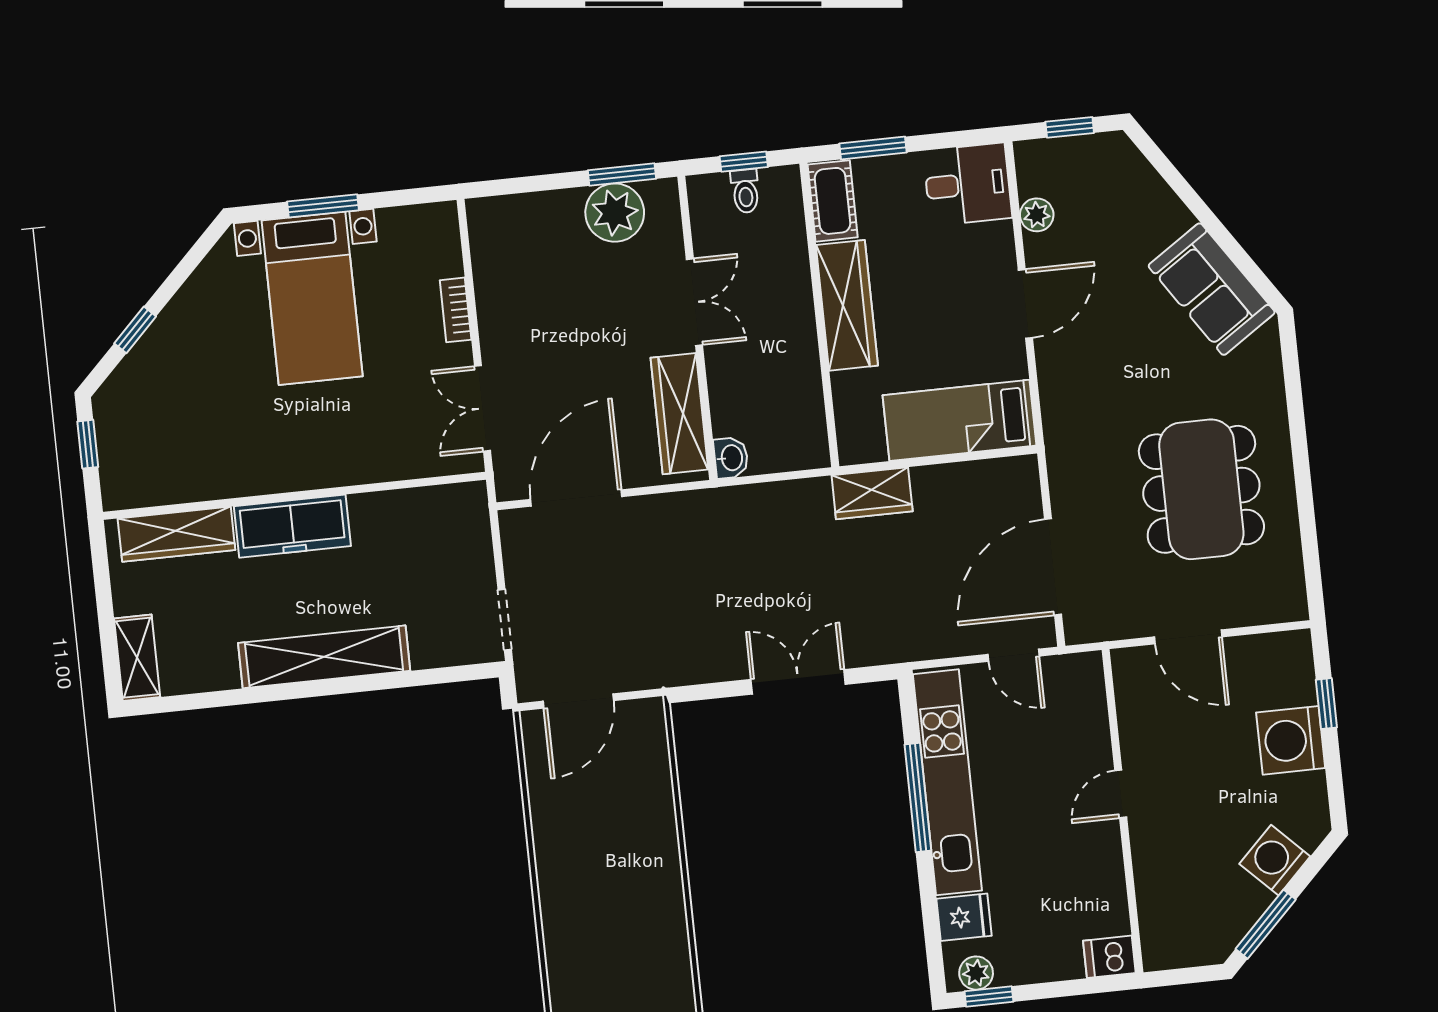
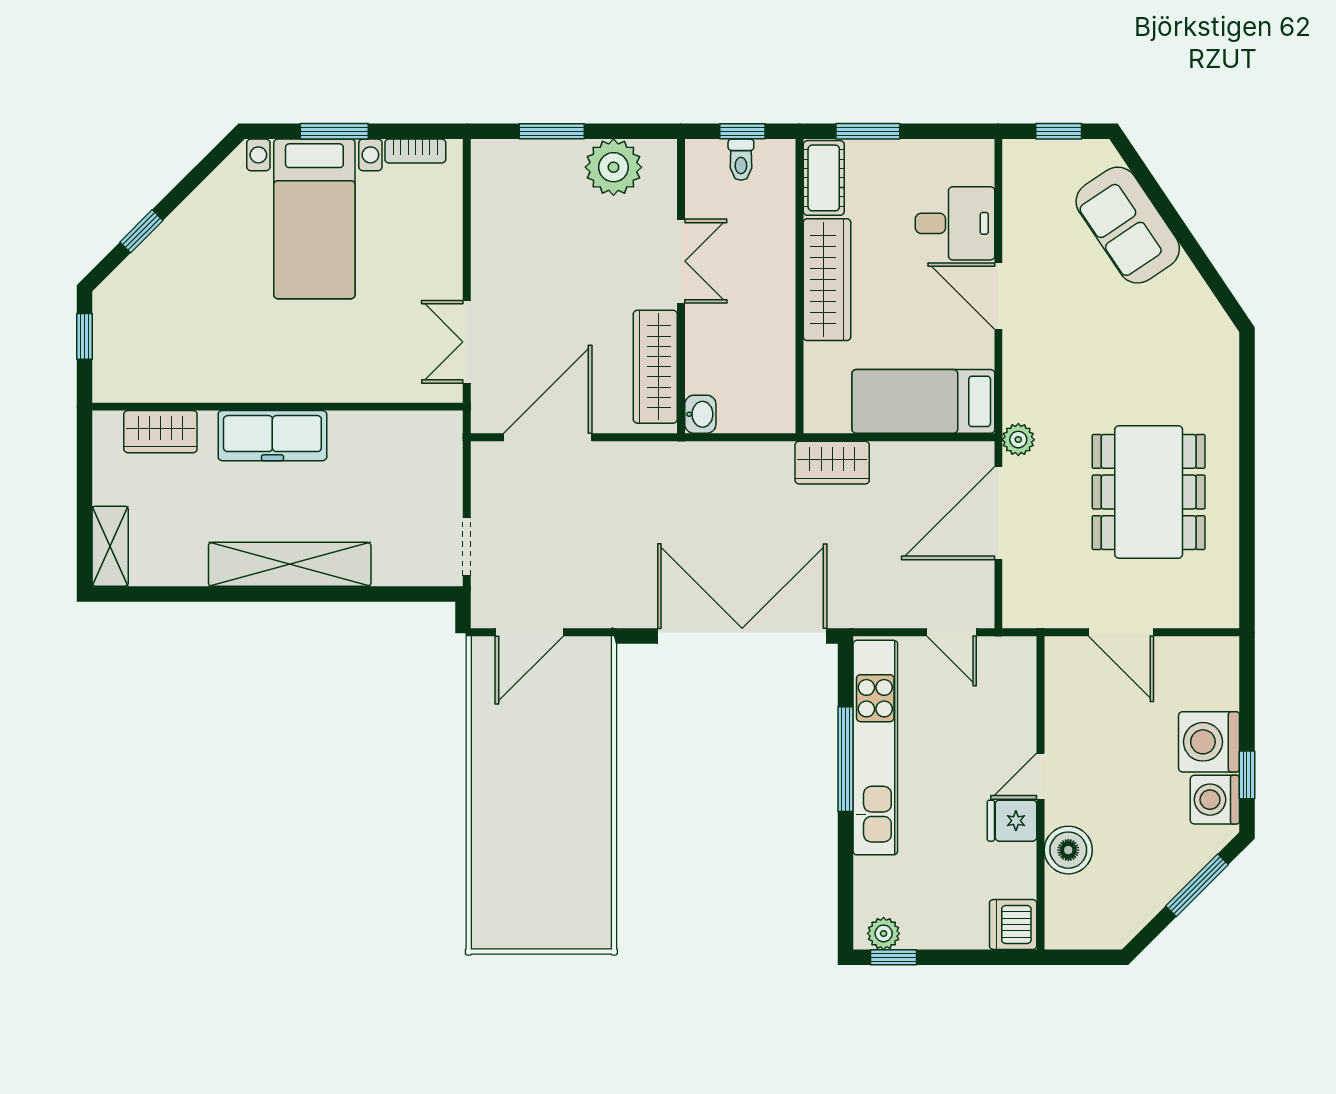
window: (622, 174) -> (552, 131), moved
desk: (968, 184) -> (955, 223), moved
plant: (1037, 215) -> (1018, 440), moved
sofa: (1212, 289) -> (1128, 225), moved
door: (1025, 304) -> (998, 296), swing flipped
bookcase: (456, 310) -> (415, 151), moved, turned -90
wardrobe: (176, 534) -> (160, 432), width x0.67
door: (1053, 567) -> (998, 513), moved
double door: (798, 682) -> (742, 636), width x1.87
window: (1326, 704) -> (1247, 775), moved
washing machine: (1275, 860) -> (1215, 800), moved, turned -45
boiler: (1157, 867) -> (1068, 850), added
fridge: (964, 917) -> (1012, 821), moved, turned 180
window: (1266, 924) -> (1197, 885), moved
dishwasher: (1109, 957) -> (1013, 924), width x1.38

